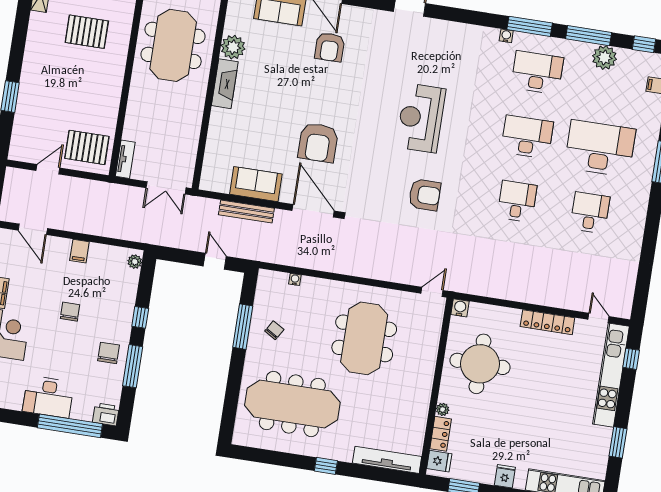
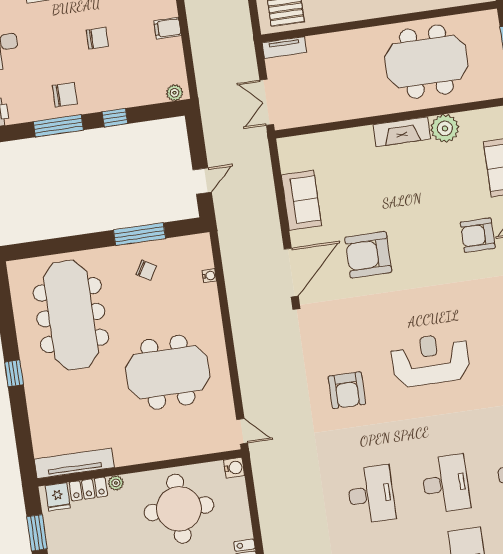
desk: (517, 201) -> (371, 494), width x1.37
bench: (246, 212) -> (268, 199), removed
tv unit: (387, 460) -> (74, 463), moved, turned -90

